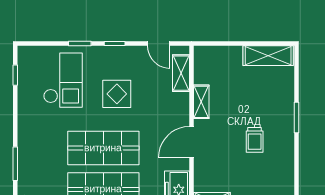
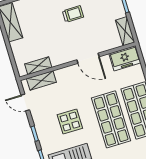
door: (159, 44) -> (25, 103), swing flipped
shelving: (201, 102) -> (38, 66), moved

